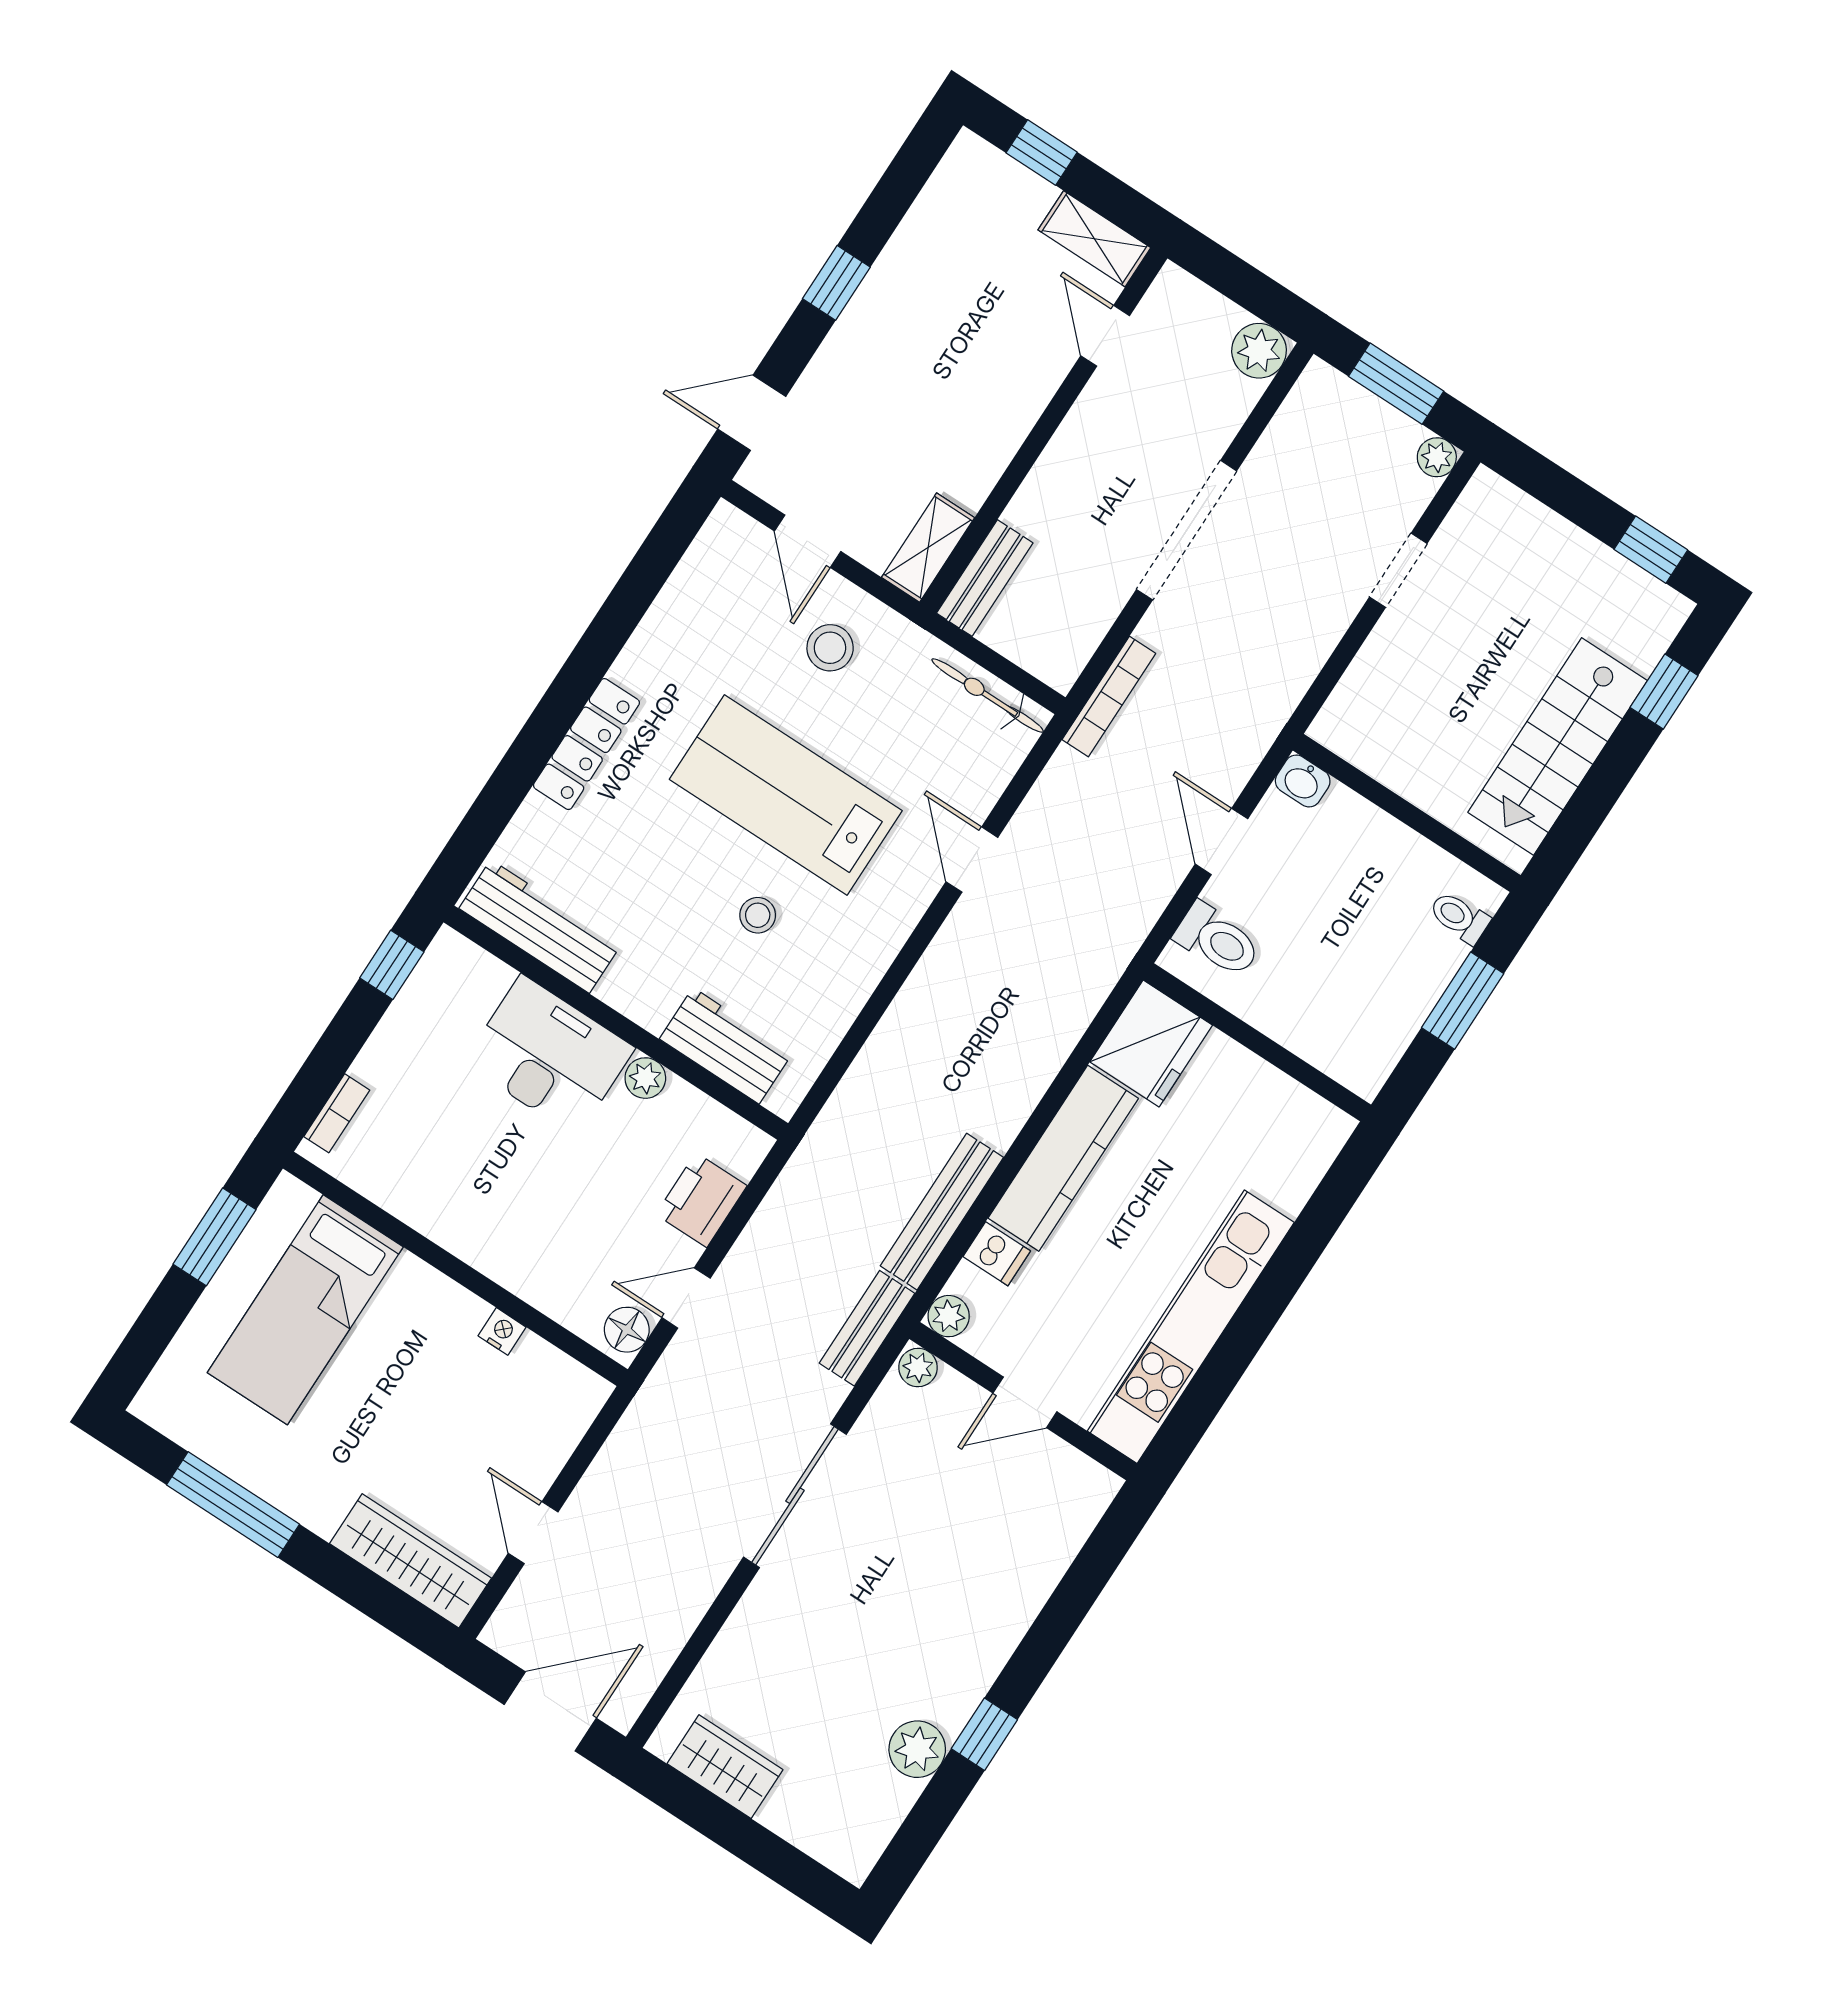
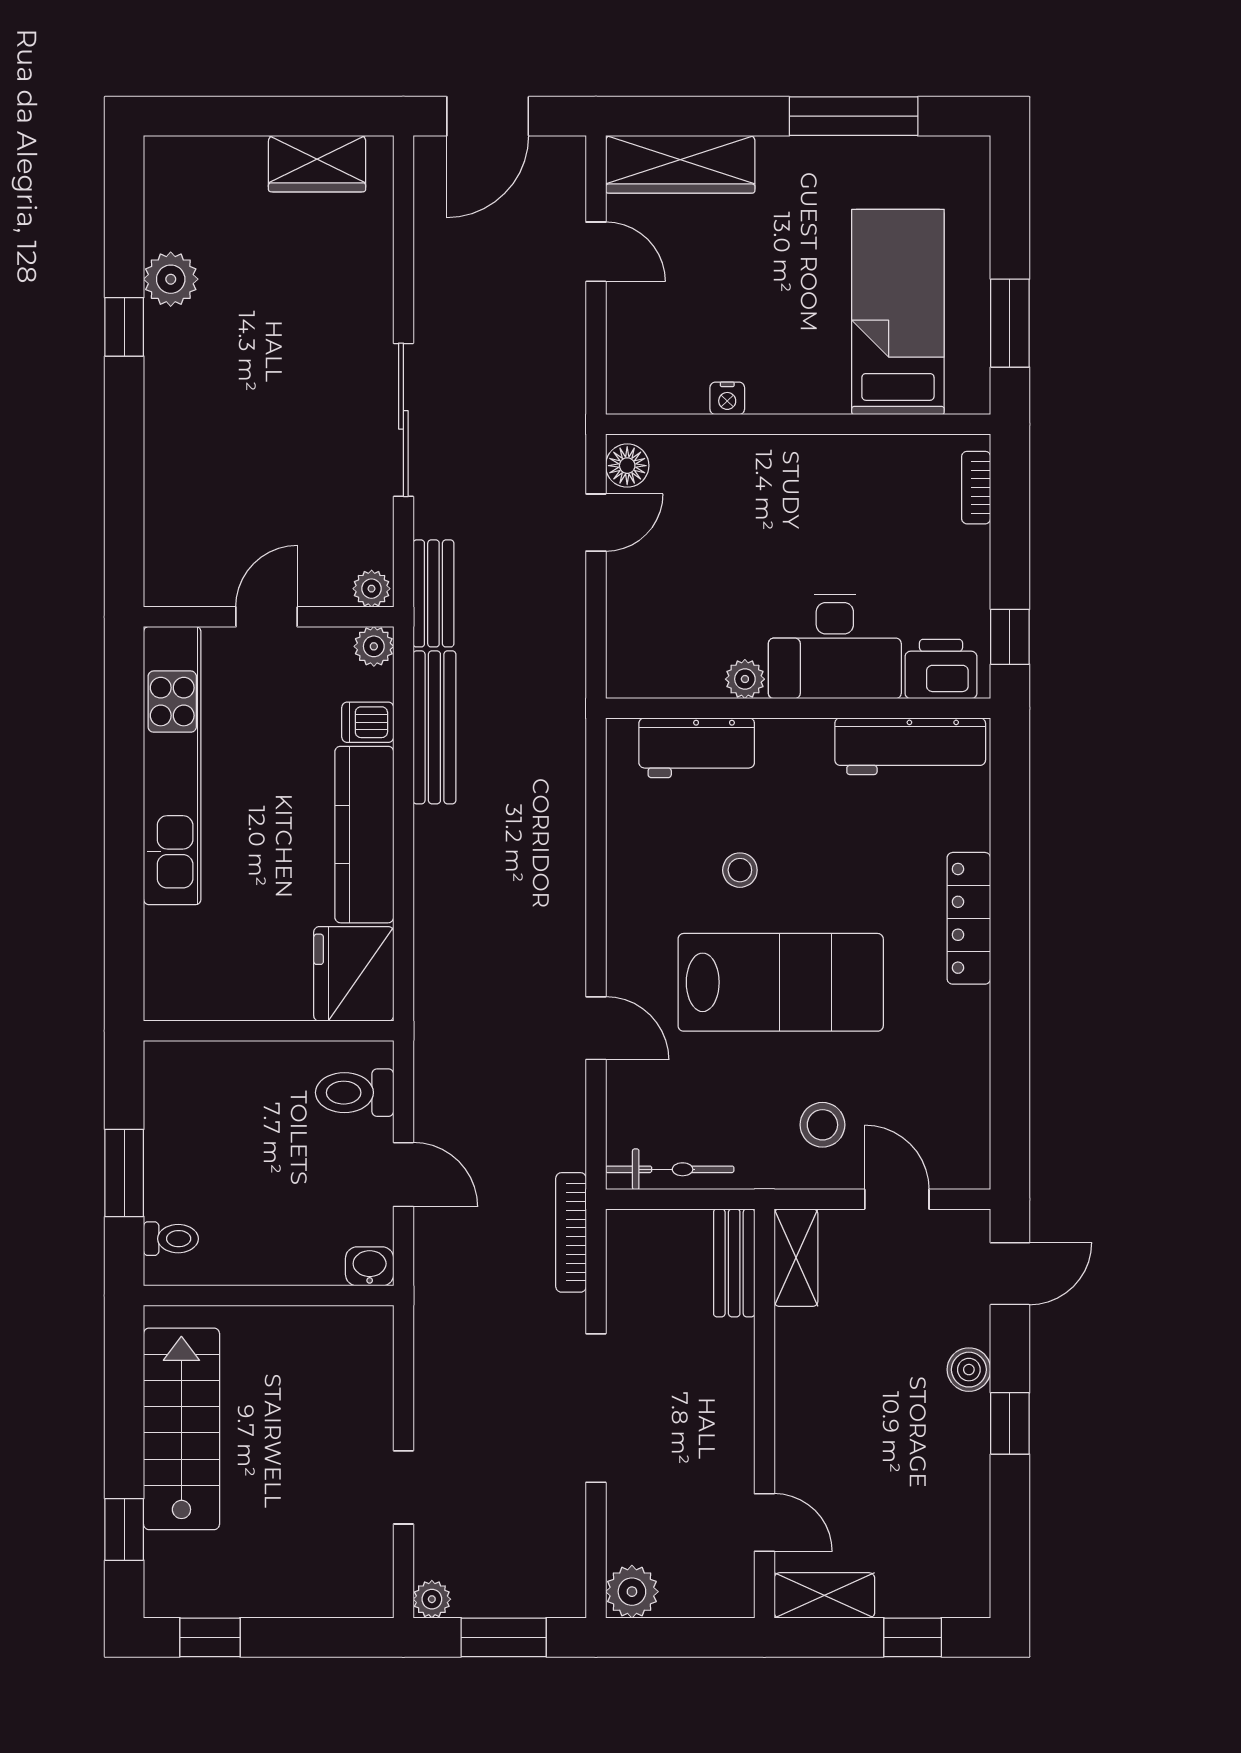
boiler: (841, 353) -> (969, 1370), added
printer: (701, 1200) -> (941, 669), moved, turned -90

